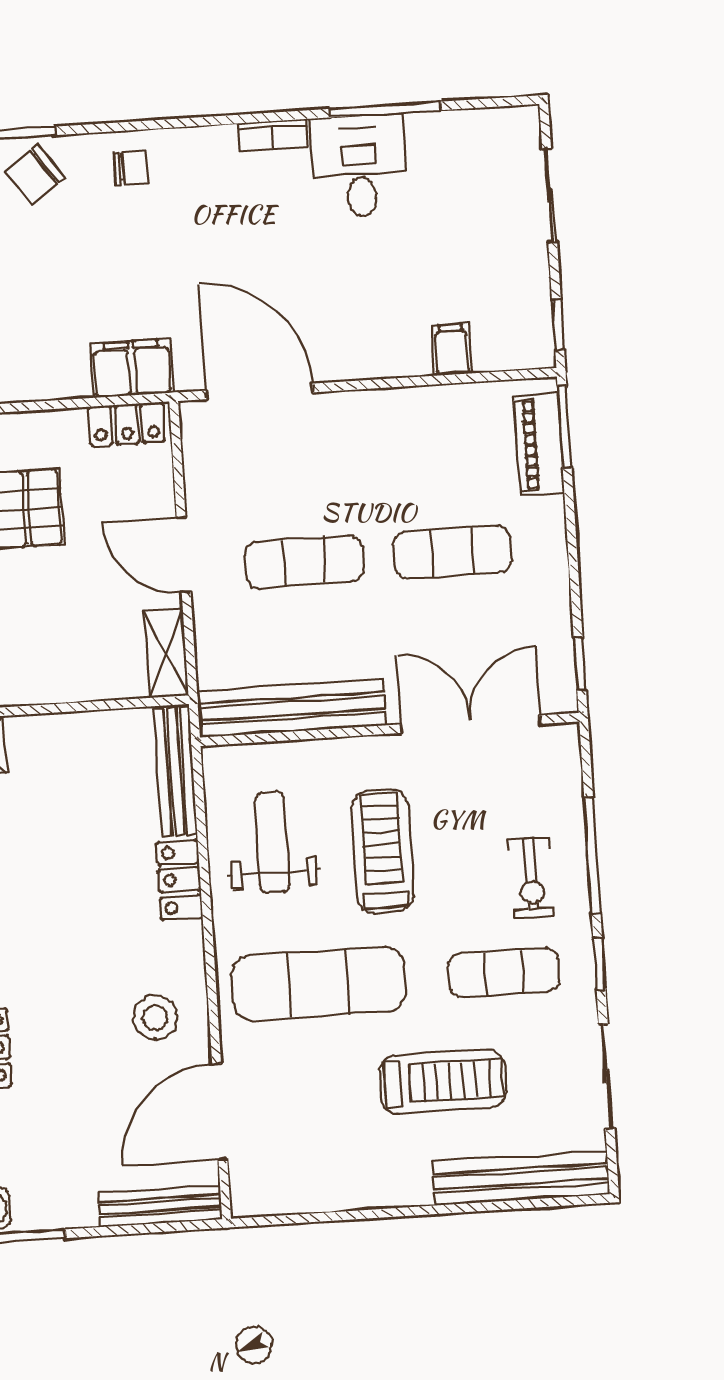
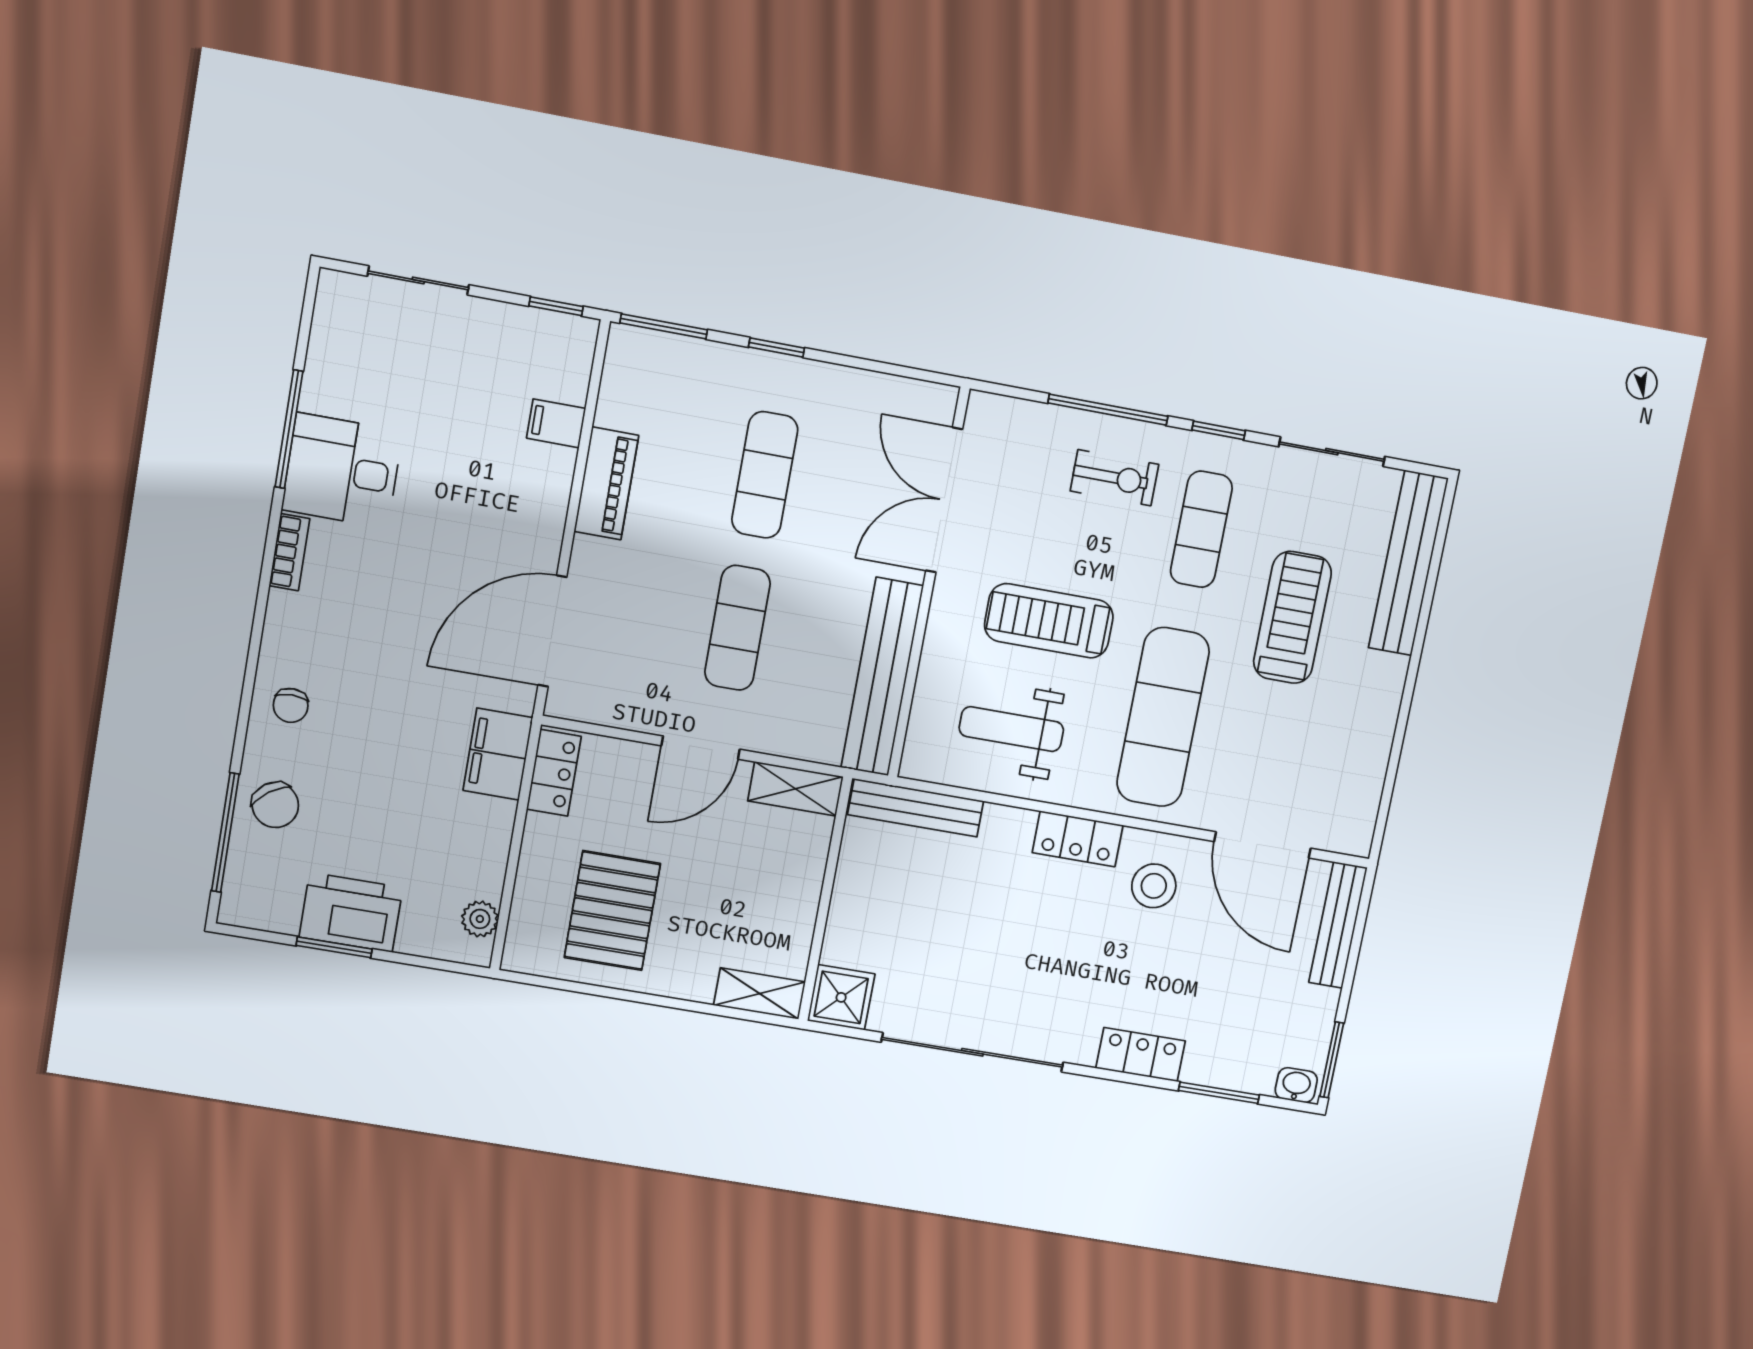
chair: (131, 168) -> (291, 705), turned 180
piano: (539, 444) -> (606, 483), moved, turned -90
window: (580, 664) -> (776, 348), moved
locker: (179, 880) -> (1078, 839), moved

